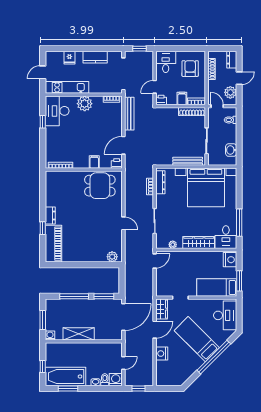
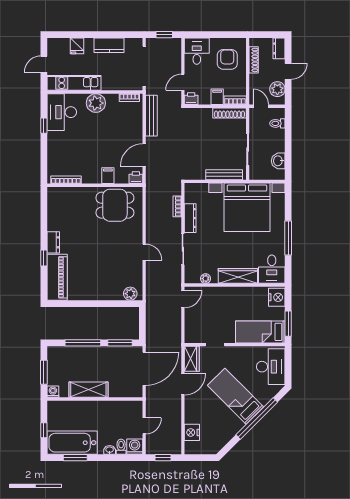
dresser: (160, 182) -> (190, 218), moved
window: (239, 223) -> (288, 238), moved
nightstand: (162, 354) -> (192, 432), moved

